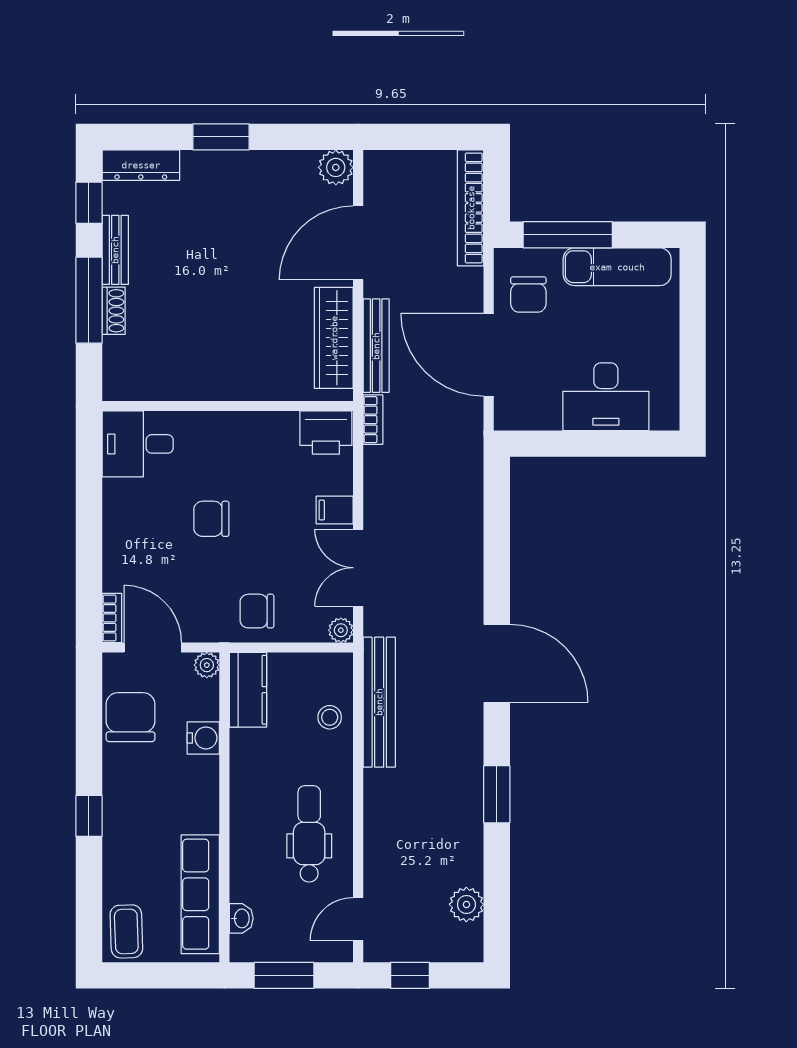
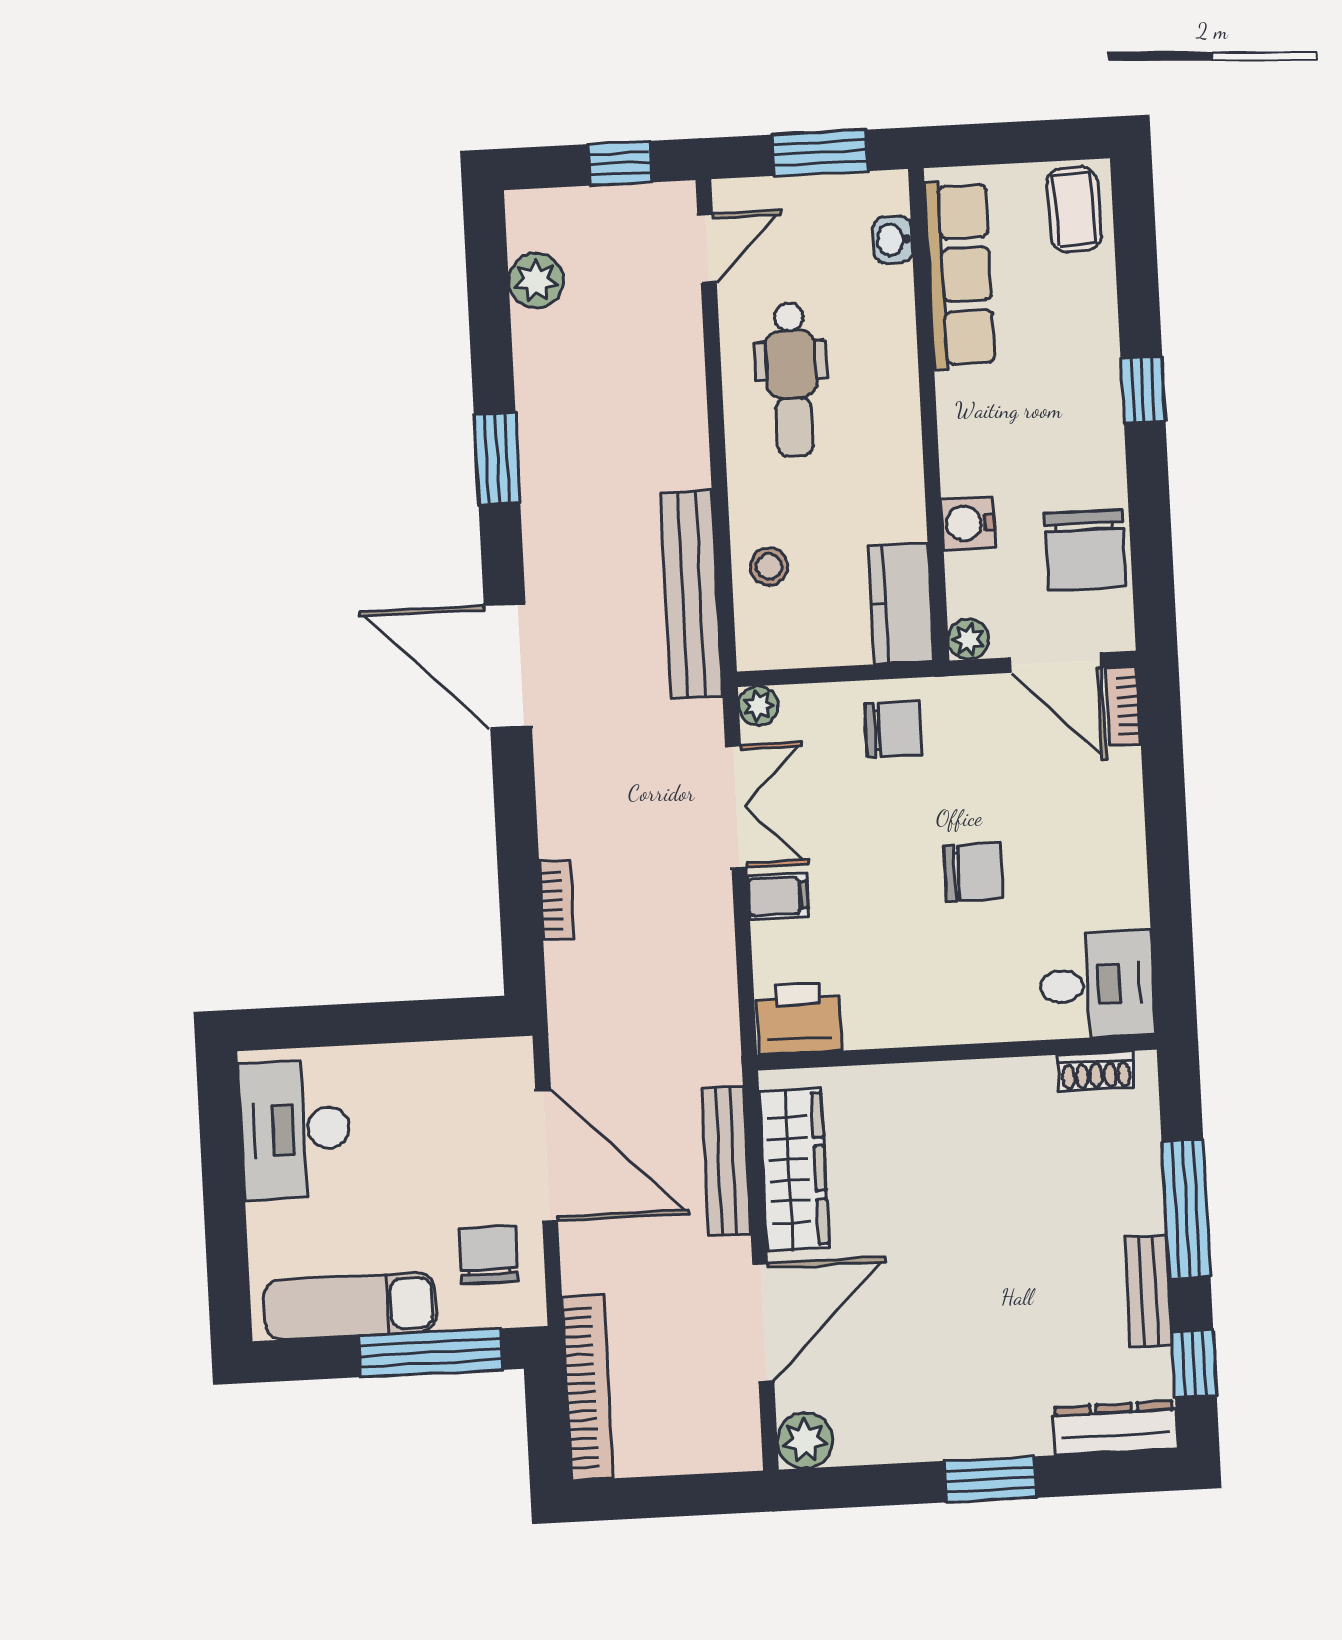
shoe rack: (114, 311) -> (1096, 1071), moved, turned -90
desk: (606, 397) -> (295, 1129), moved, turned -90
bookcase: (373, 420) -> (557, 900), moved, turned 180

